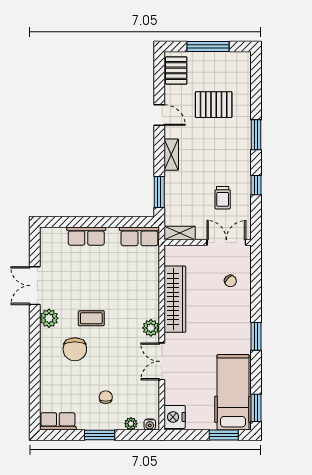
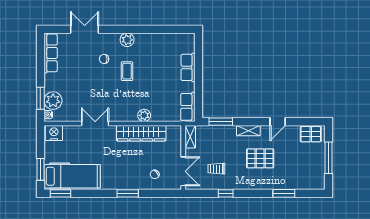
pallet: (214, 105) -> (260, 158), moved, turned 90
window: (256, 135) -> (284, 193), moved
double door: (35, 286) -> (85, 29), moved
plant: (151, 328) -> (144, 115), moved
window: (256, 336) -> (128, 193), moved
chair: (75, 349) -> (104, 59), width x0.54, depth x0.54
chair: (106, 397) -> (69, 82), removed
row of seats: (58, 421) -> (51, 53), width x1.48
plant: (131, 424) -> (53, 101), width x1.88, depth x1.88
window: (100, 435) -> (40, 98), moved

